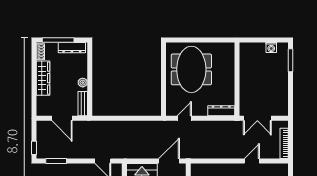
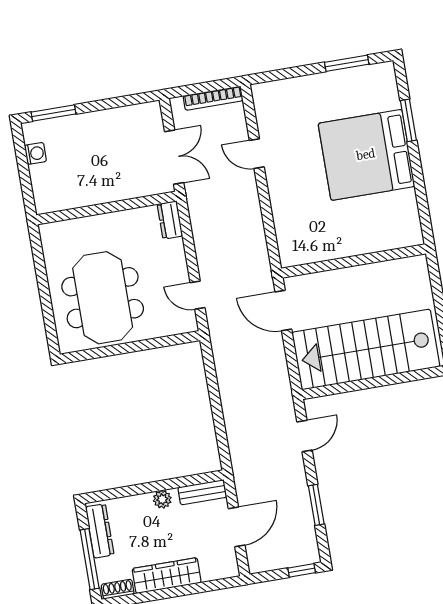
meeting table: (191, 69) -> (103, 298), turned 90
dresser: (221, 111) -> (170, 220), width x0.70
window: (56, 161) -> (316, 505), moved

